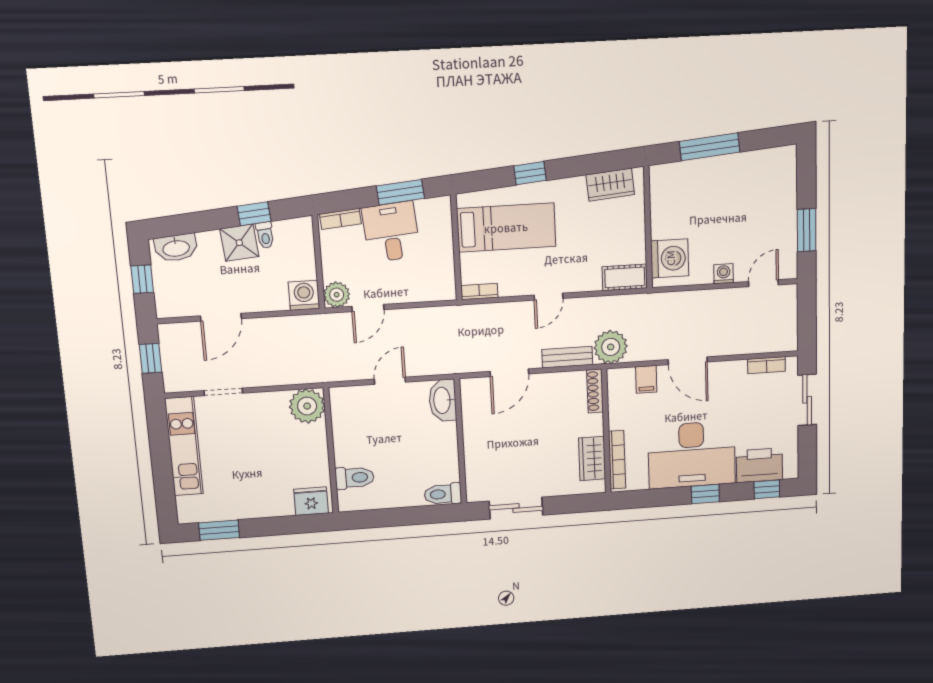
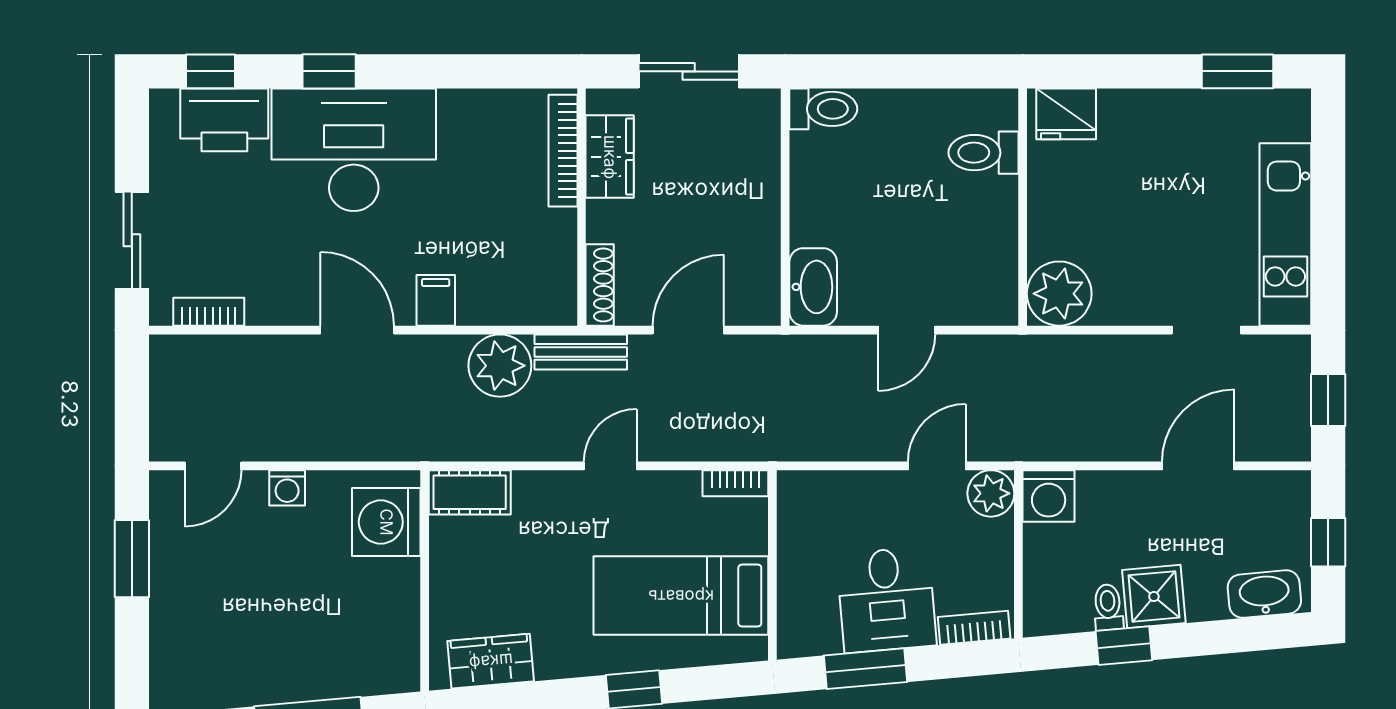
shoe rack: (595, 391) -> (600, 285), moved
wall: (606, 431) -> (581, 207), moved
wardrobe: (592, 458) -> (610, 157), moved
bookcase: (617, 460) -> (563, 151), moved

